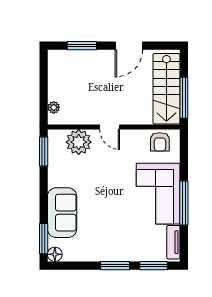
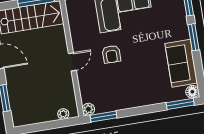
plant: (79, 142) -> (88, 109), moved, width x0.53, depth x0.53
armchair: (160, 142) -> (111, 54), moved, turned 90
sofa: (62, 213) -> (181, 63), moved, turned -90

